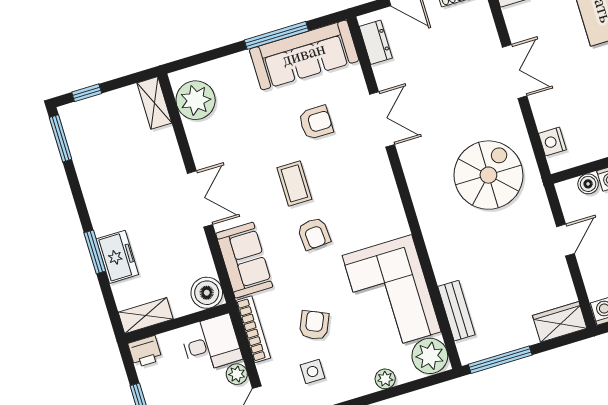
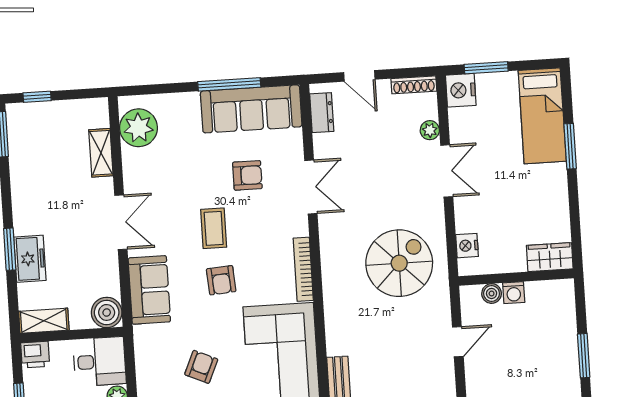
plant: (488, 35) -> (430, 130), added
shelving: (154, 103) -> (101, 153), moved
bookcase: (253, 329) -> (303, 269), moved, turned 180

